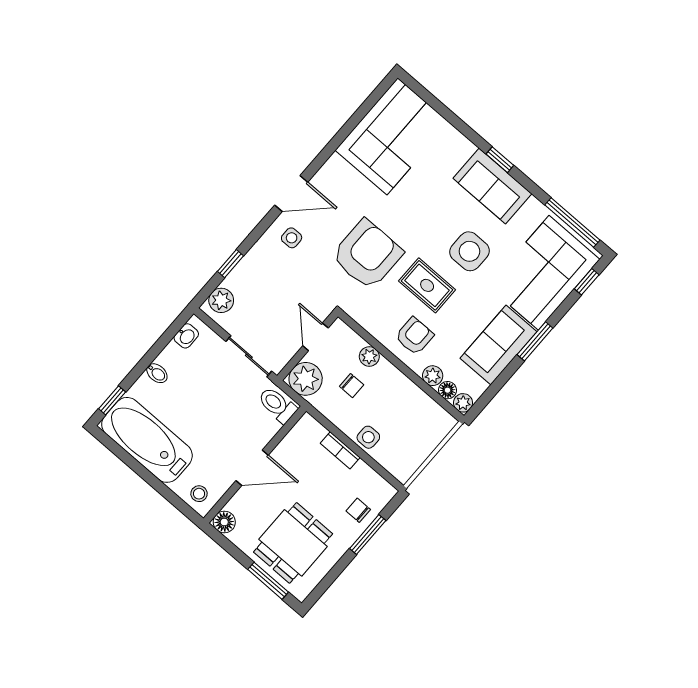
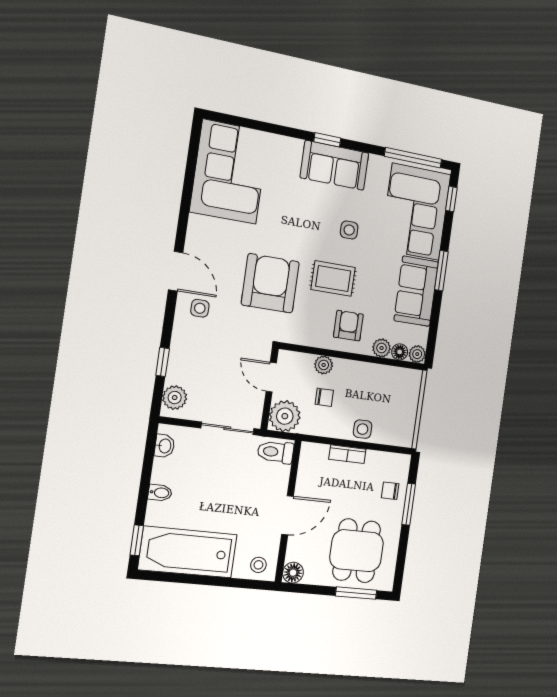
door: (291, 194) -> (176, 271), hinge flipped
side table: (470, 251) -> (349, 230), width x0.54, depth x0.54

